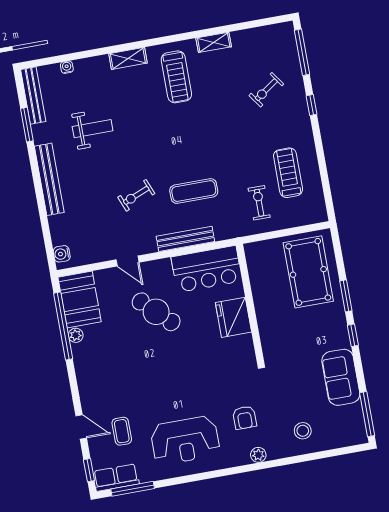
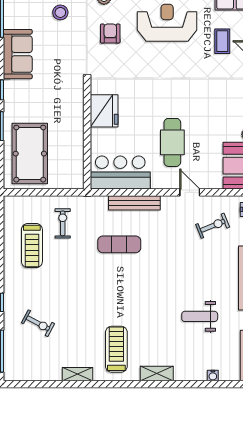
exercise bike: (266, 90) -> (38, 323), turned 63
exercise bike: (136, 195) -> (213, 226), moved
exercise bike: (259, 203) -> (63, 223), turned 180
cafe table: (156, 312) -> (172, 142), turned 46
fridge: (233, 317) -> (104, 111), moved

